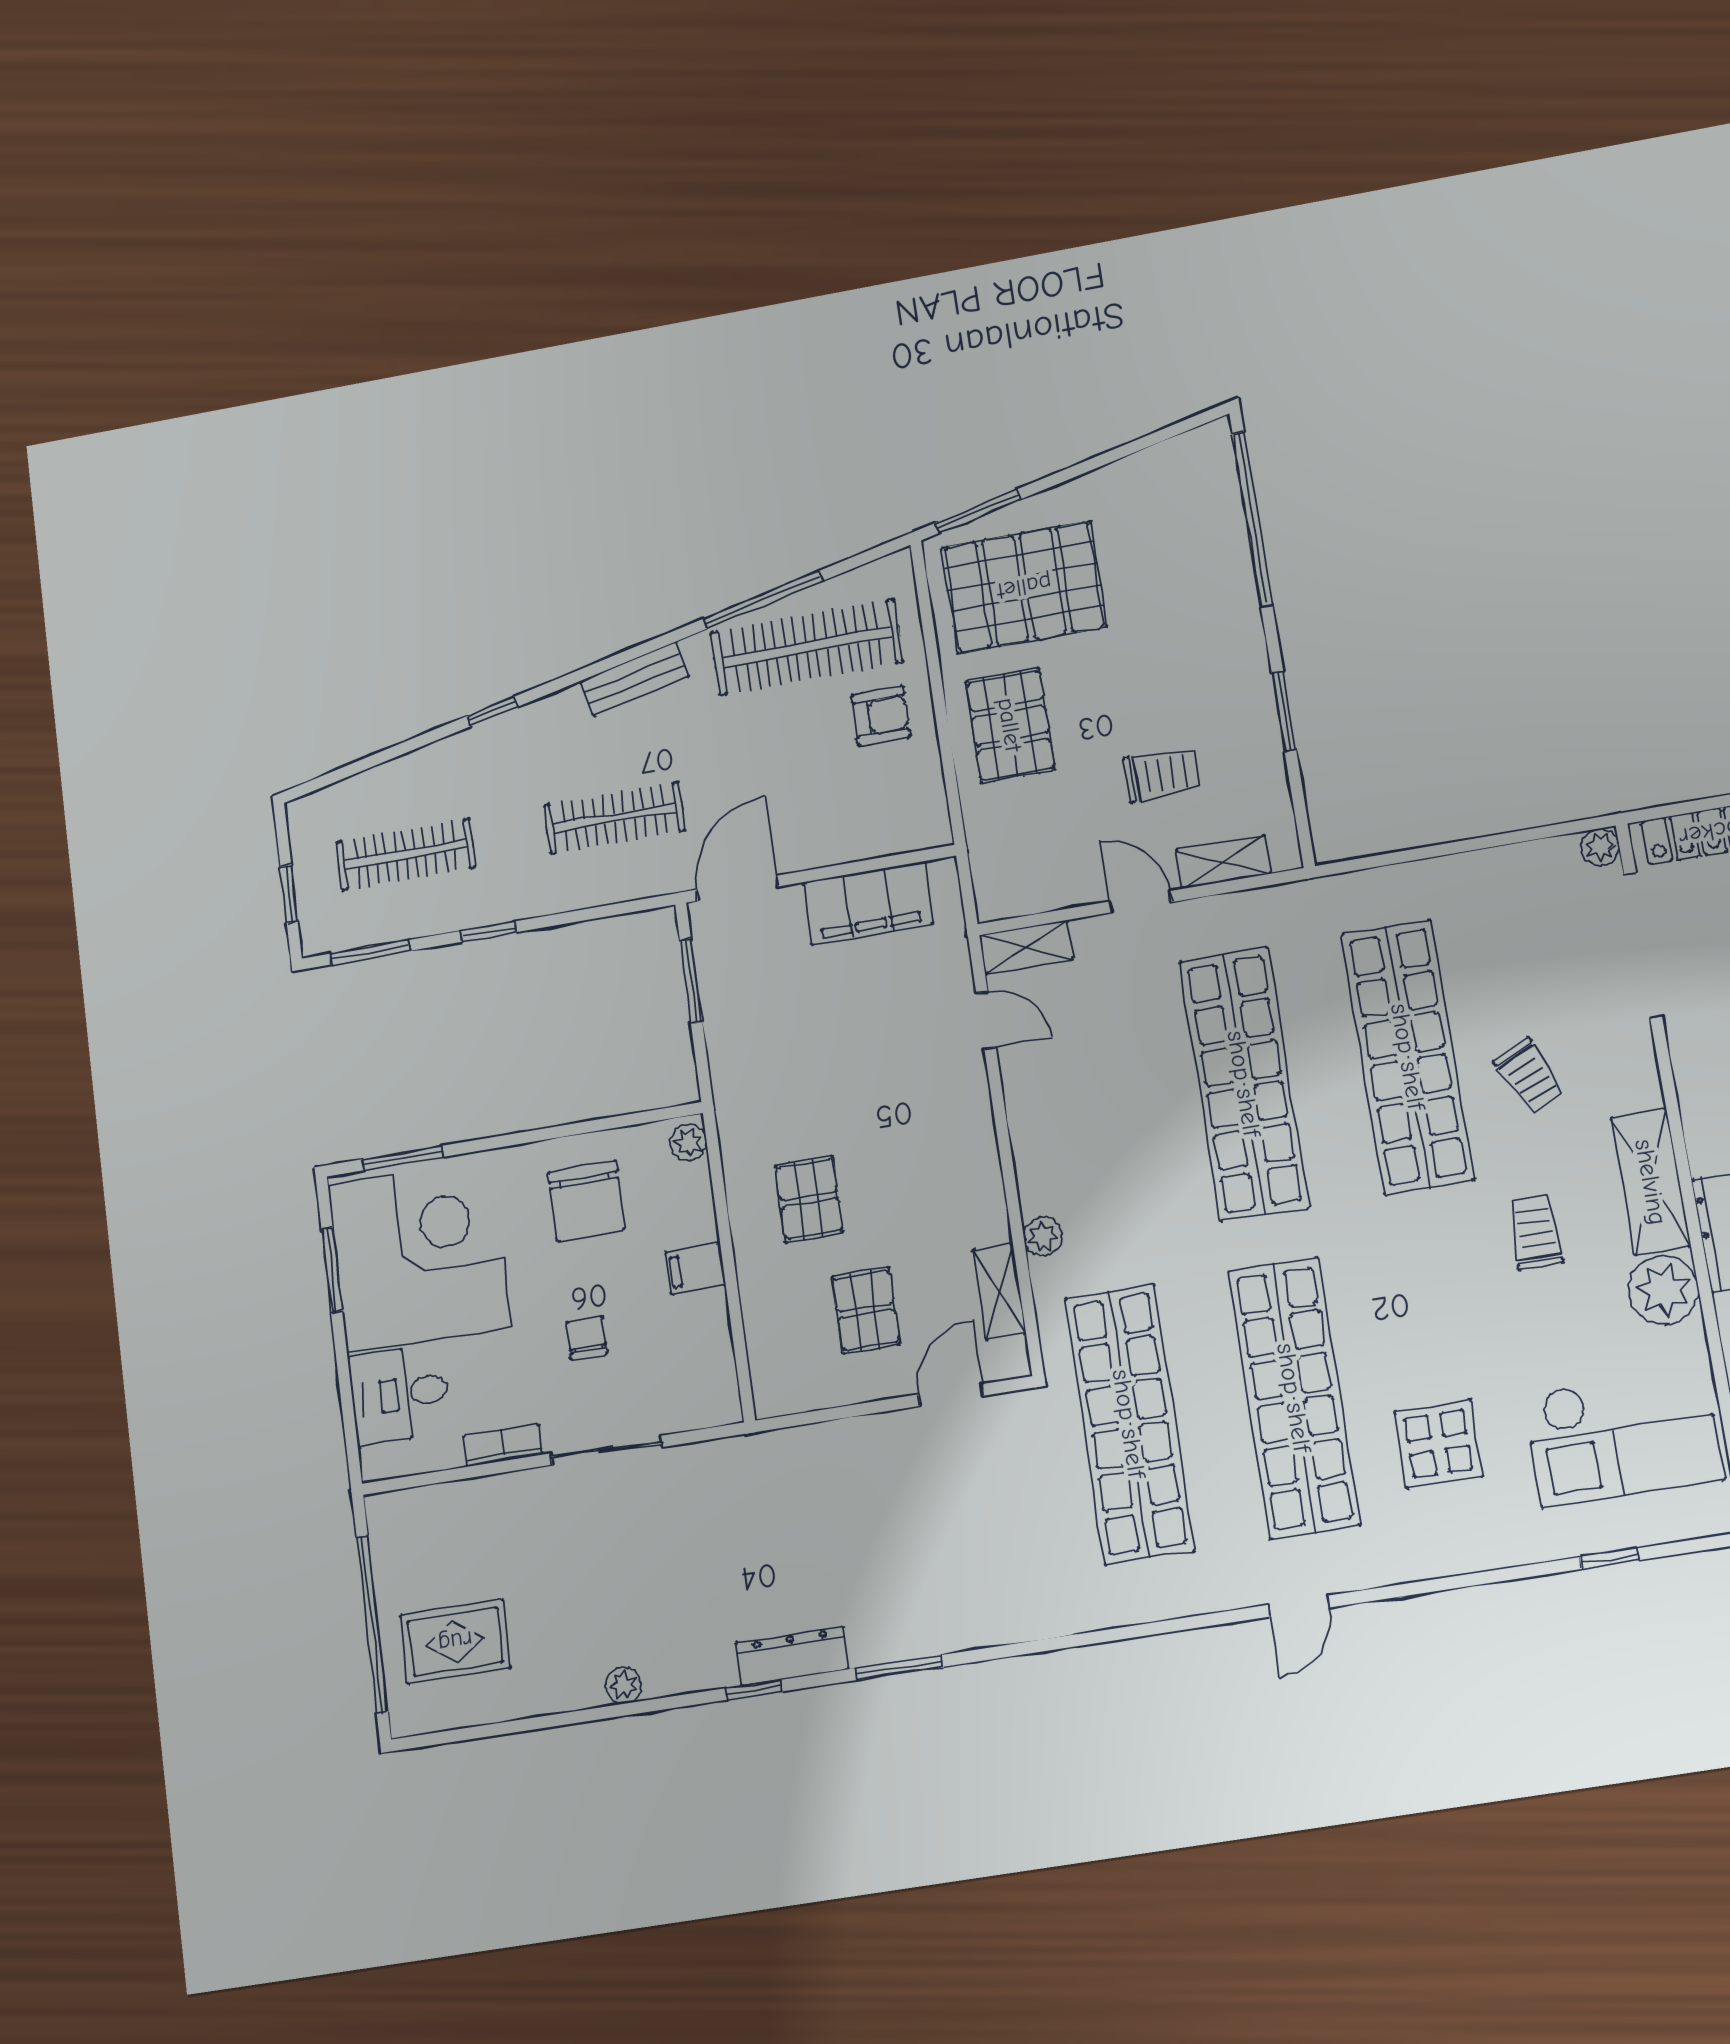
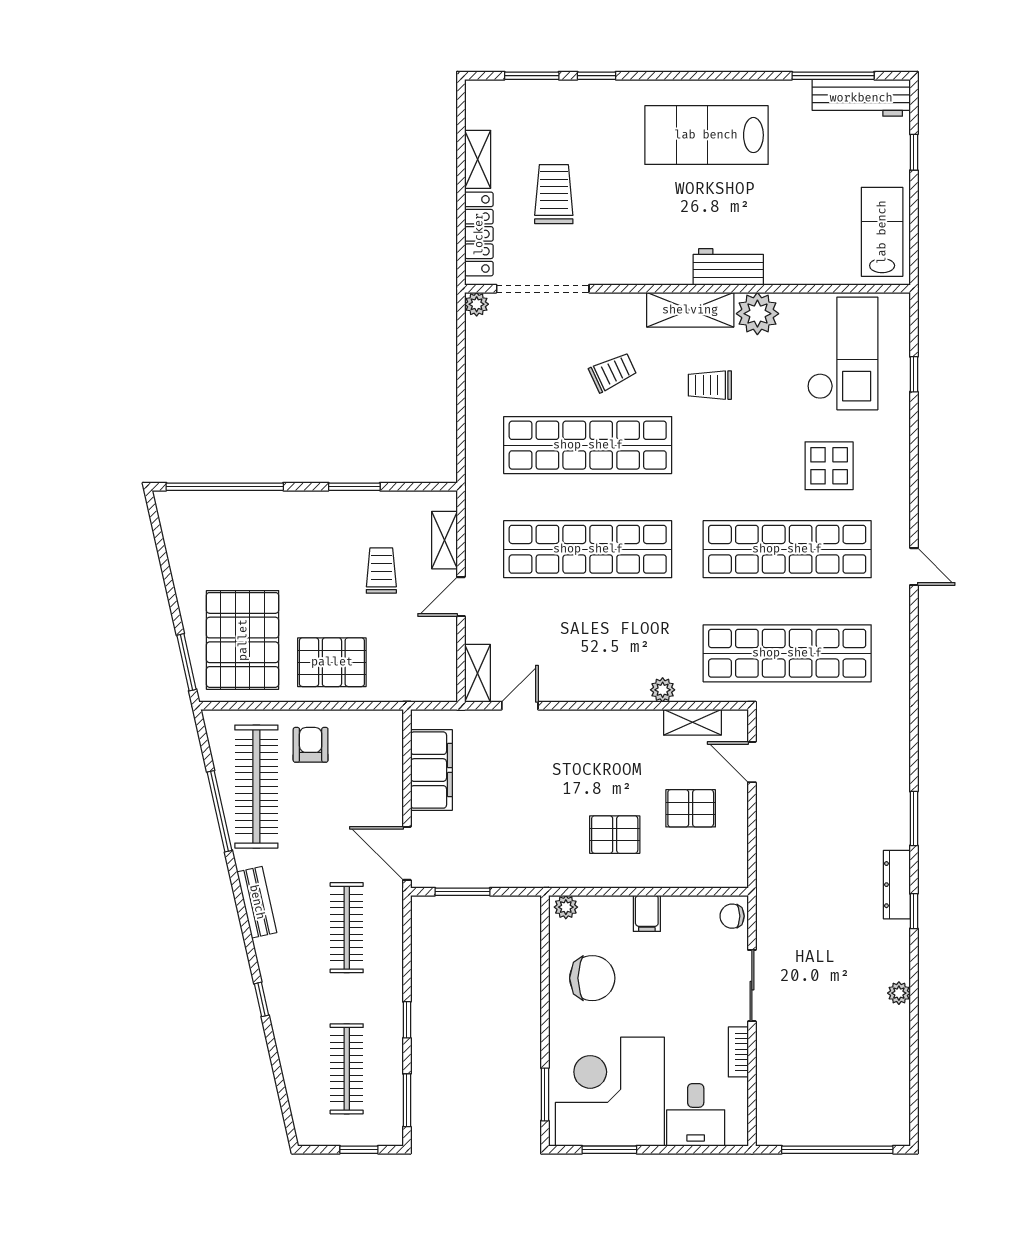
chair: (587, 1338) -> (732, 916), moved
rug: (455, 1642) -> (856, 1098), removed

